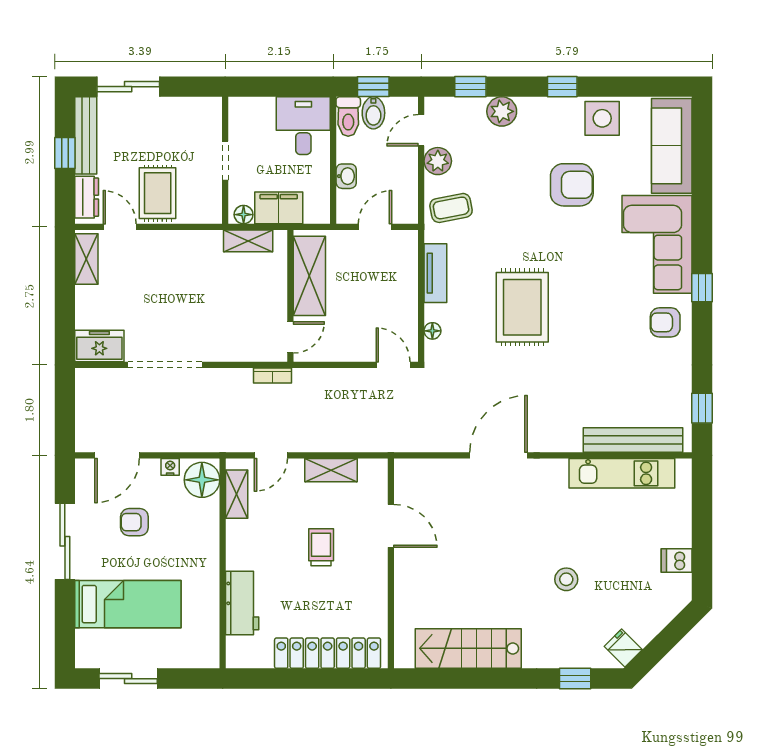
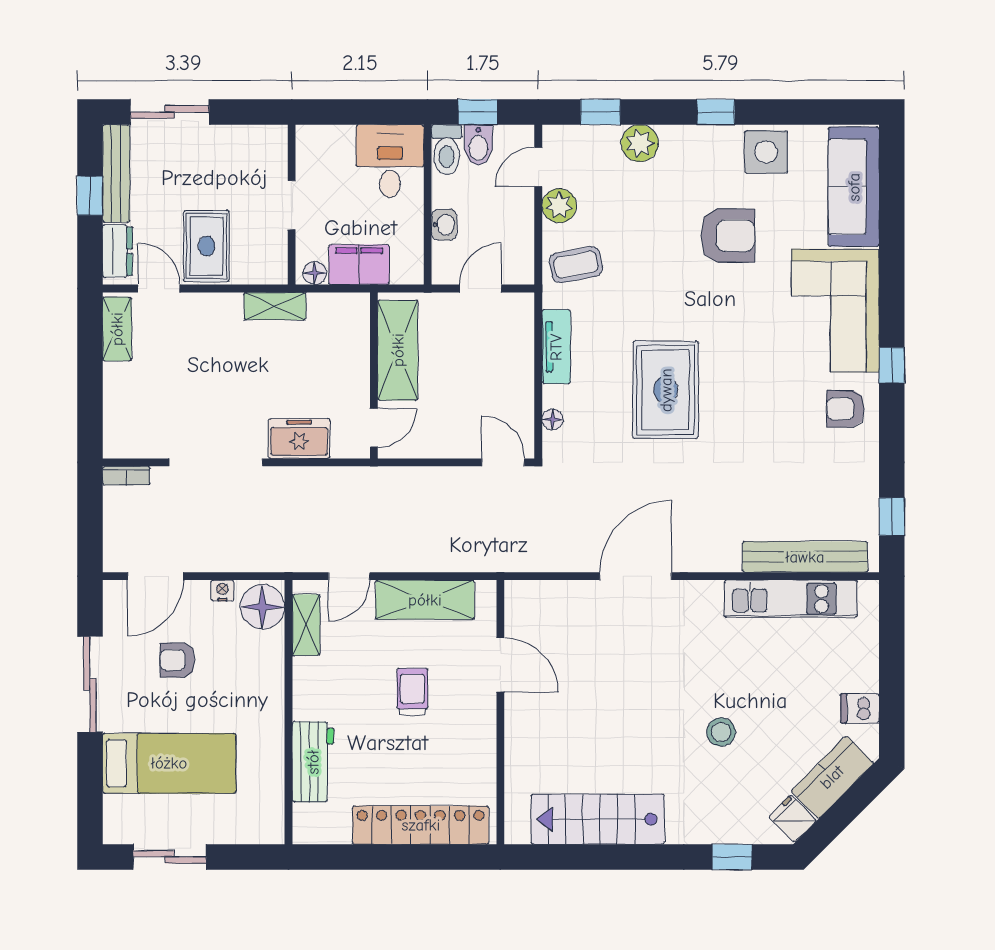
shelving: (248, 241) -> (275, 306), moved
freezer: (99, 346) -> (299, 439), moved
bookcase: (272, 376) -> (126, 476), moved
shelving: (331, 470) -> (425, 600), width x1.50, depth x1.33
kitchen counter: (655, 615) -> (832, 777), added

